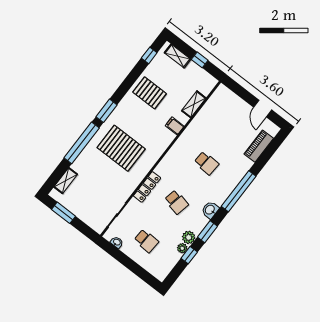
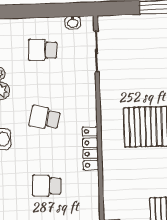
filing cabinet: (175, 126) -> (113, 198), removed
locker: (147, 187) -> (90, 148), moved

